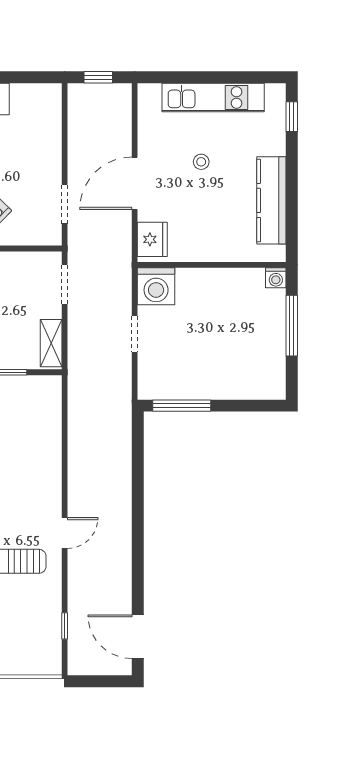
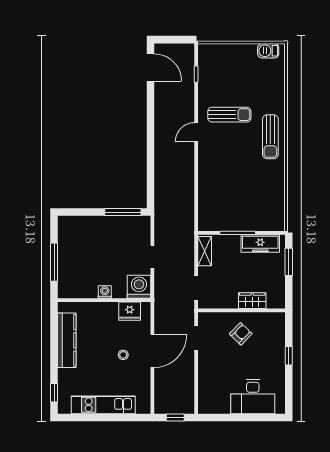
stool: (201, 162) -> (123, 355), moved
fridge: (152, 239) -> (130, 311), moved, turned -90
washing machine: (276, 278) -> (105, 292), moved

